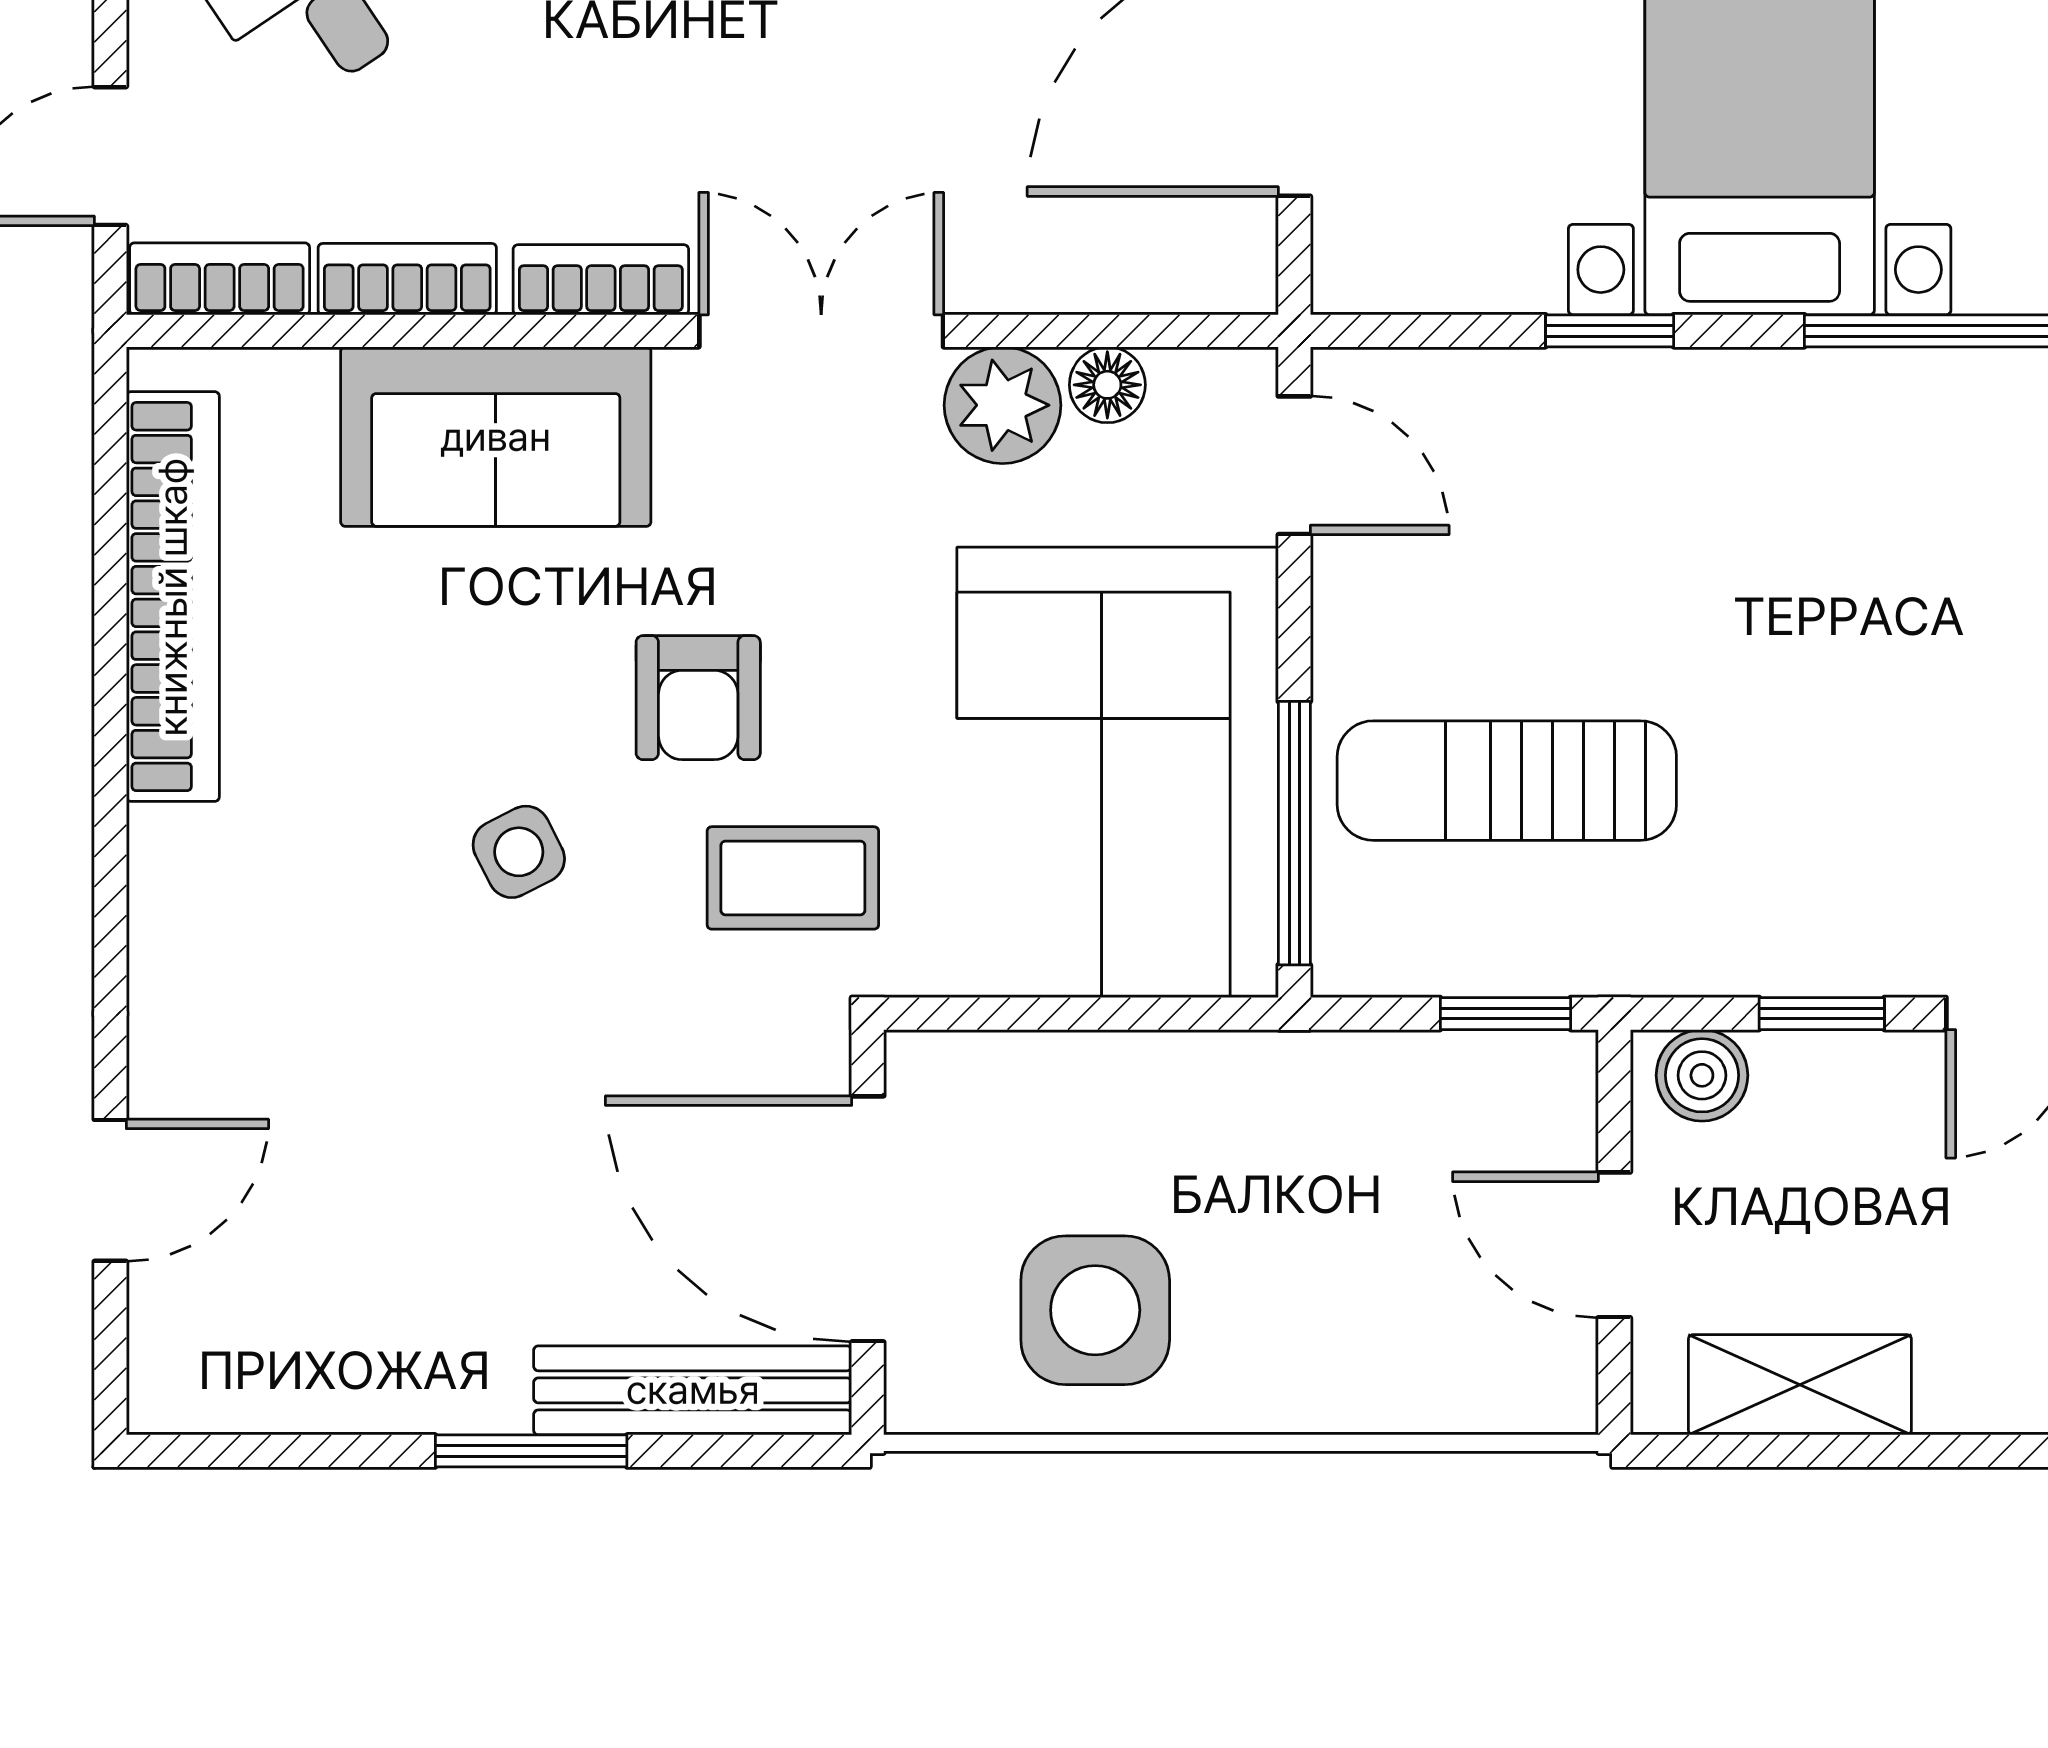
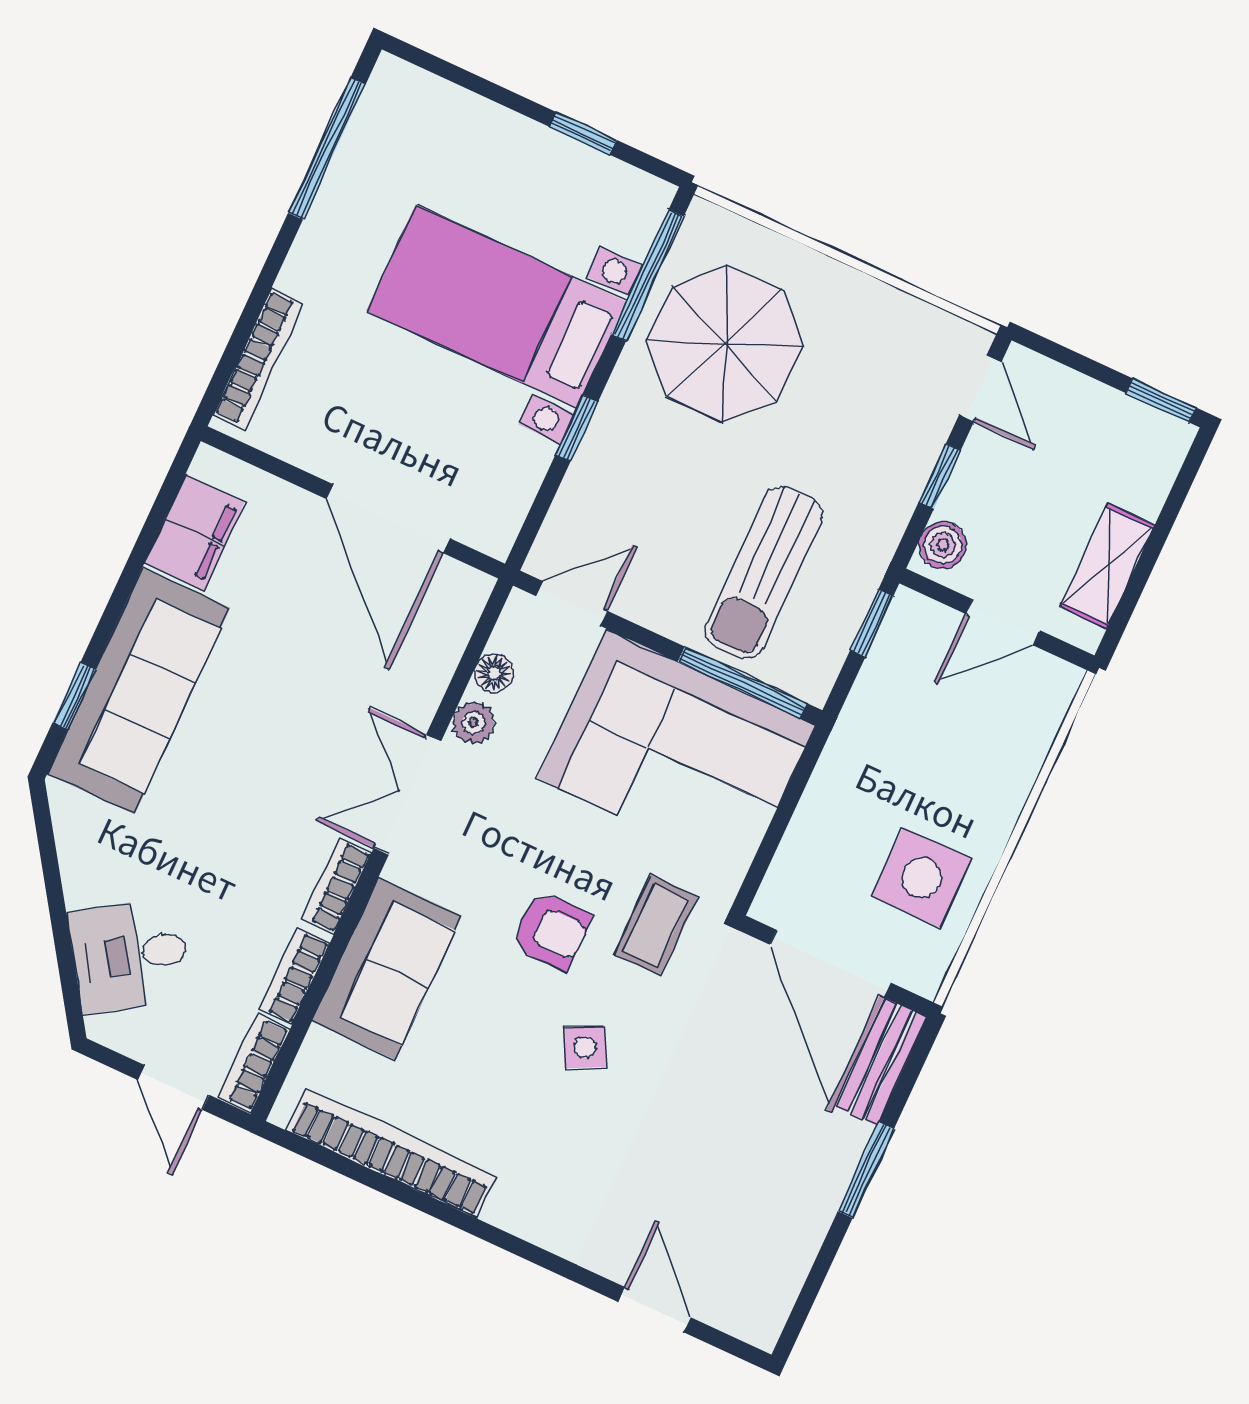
plant: (1002, 405) -> (474, 723), width x0.73, depth x0.73
parasol: (1880, 524) -> (725, 344), added
door: (868, 1219) -> (830, 964), hinge flipped
bench: (693, 1390) -> (882, 1062), width x0.73

